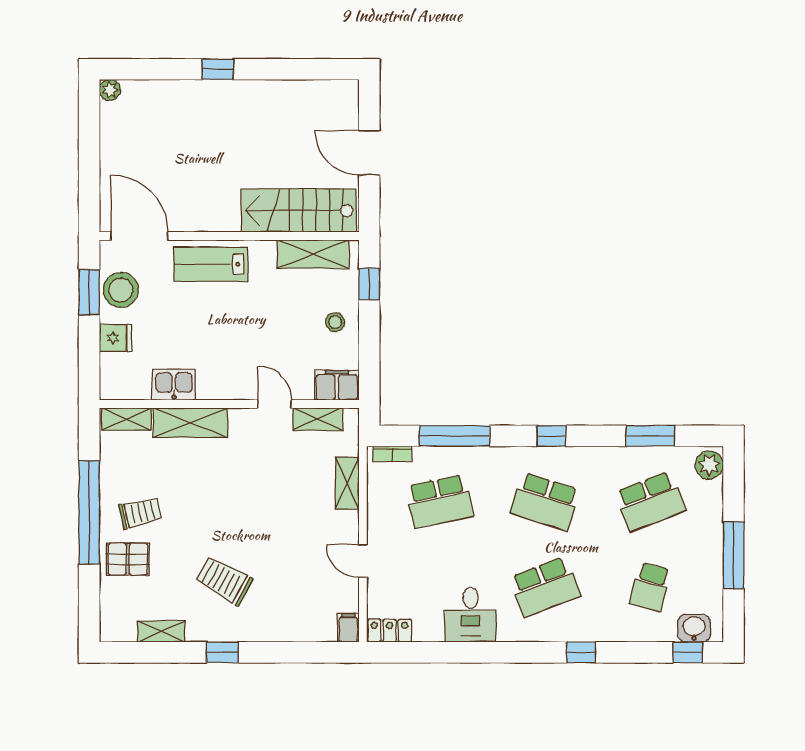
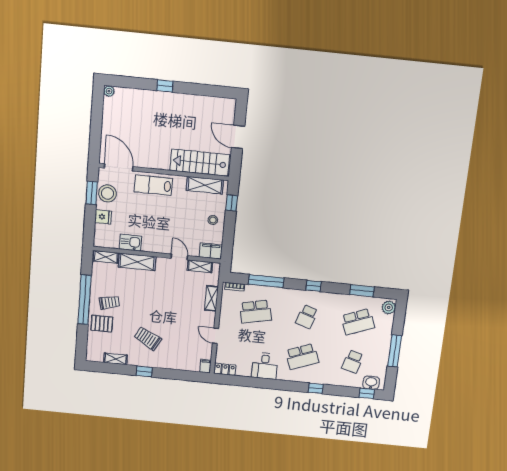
school desk: (545, 501) -> (307, 317), width x0.54

